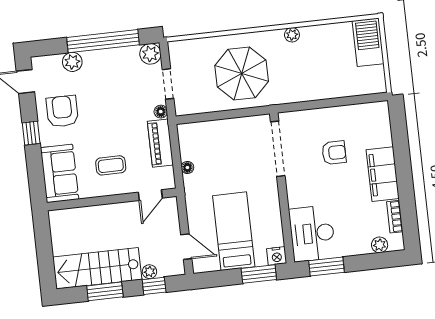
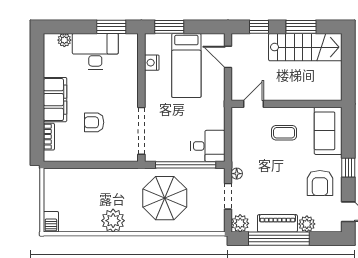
plant: (292, 35) -> (113, 221), width x1.88, depth x1.88
barbecue: (368, 42) -> (51, 222), width x0.53, depth x0.65
window: (221, 115) -> (186, 165), added
desk: (198, 140) -> (208, 146), added
piano: (160, 143) -> (277, 223), moved, turned -90
floor lamp: (187, 168) -> (219, 124), removed
bookcase: (395, 217) -> (49, 137), moved
desk: (312, 233) -> (95, 51), moved, turned -90
nightstand: (277, 256) -> (152, 63), moved, turned -90
plant: (149, 272) -> (261, 39), removed

